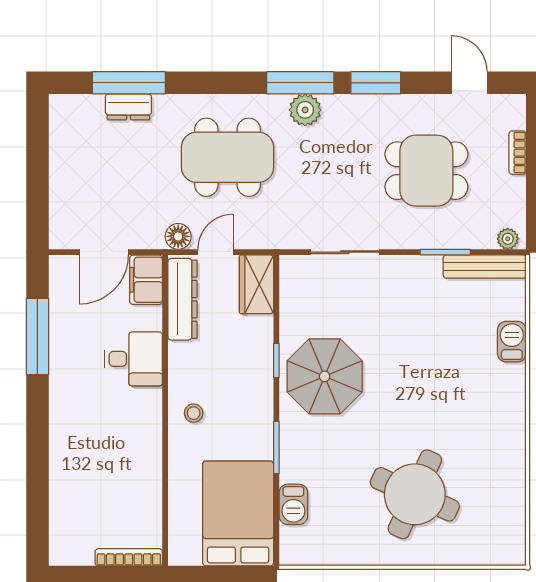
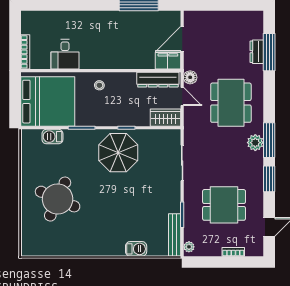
dining table: (426, 171) -> (224, 205), turned 90
door: (104, 252) -> (182, 39), hinge flipped
desk: (133, 359) -> (65, 54), moved
bed: (238, 513) -> (48, 102), width x1.36

